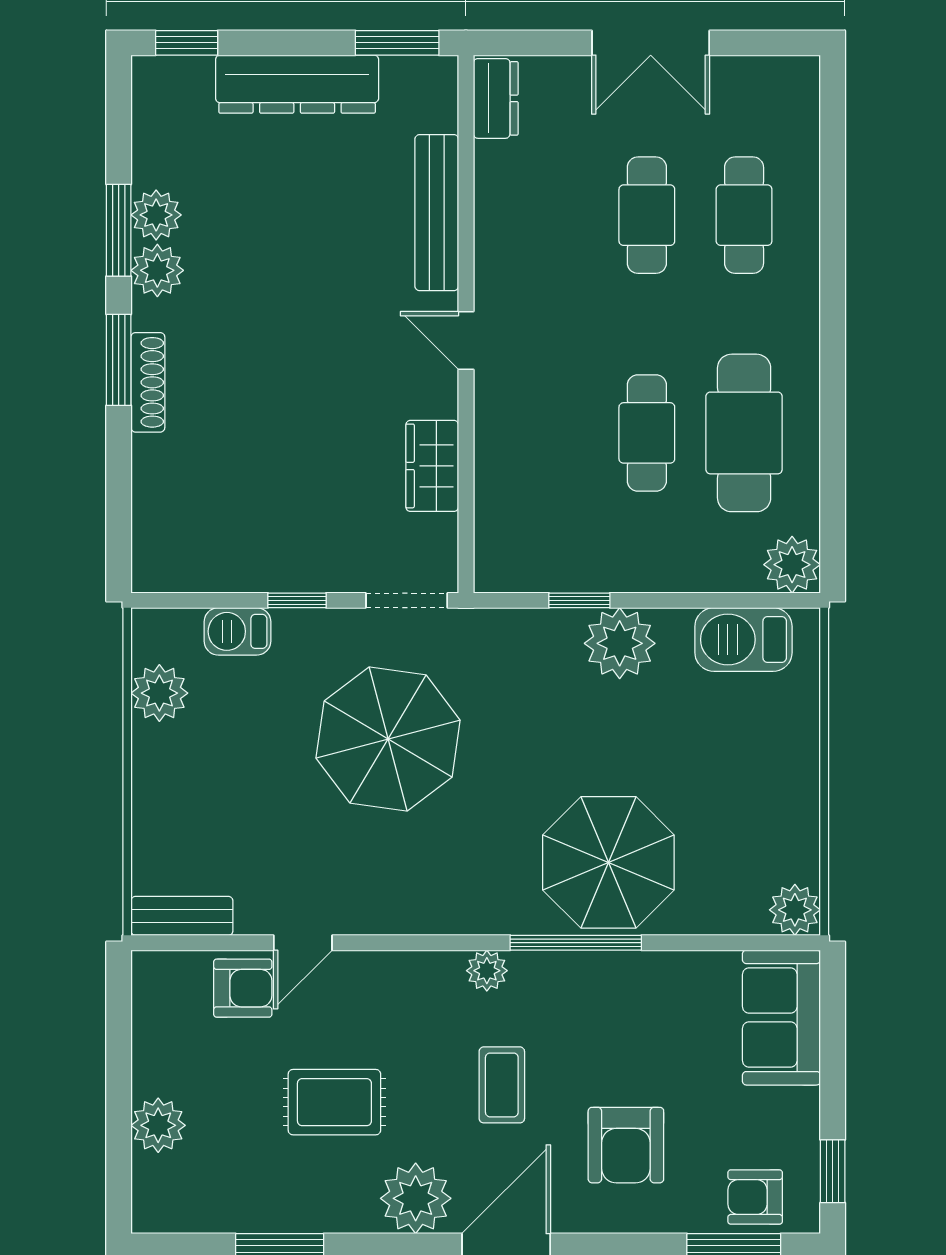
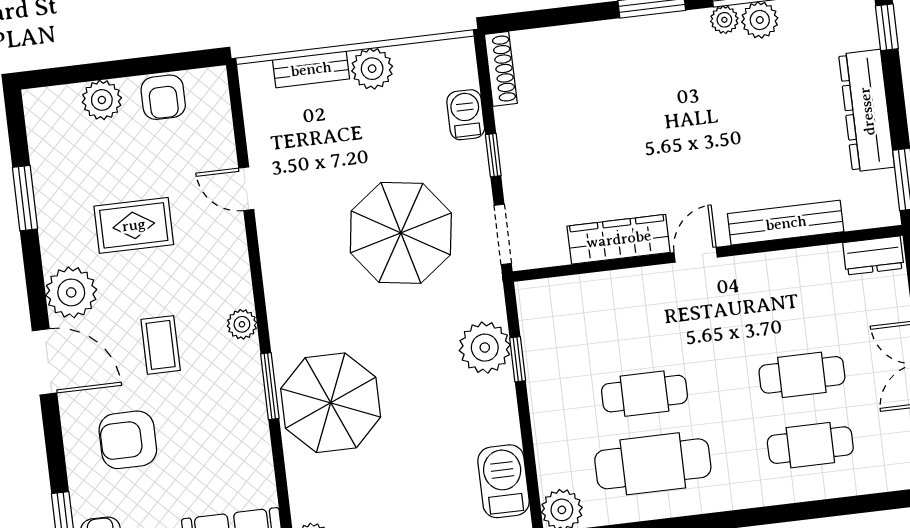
plant: (157, 270) -> (724, 20), width x0.73, depth x0.73
shoe rack: (148, 382) -> (501, 69), moved, turned -90
wardrobe: (432, 466) -> (619, 239), width x1.50
plant: (620, 643) -> (485, 348), moved
plant: (159, 693) -> (372, 69), moved
bench: (182, 916) -> (311, 69), moved, turned 90
window: (576, 943) -> (270, 386), width x0.69
armchair: (243, 988) -> (163, 97), moved
coffee table: (502, 1085) -> (161, 345), turned 90
rug: (334, 1102) -> (134, 225), turned 90

